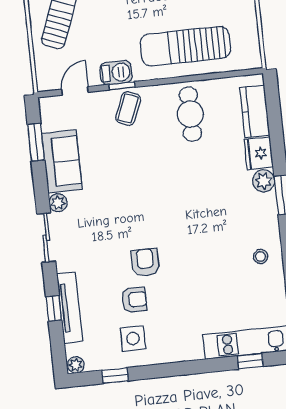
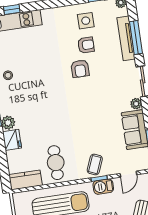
kitchen counter: (255, 111) -> (26, 180), moved, turned -90
armchair: (134, 300) -> (86, 45), turned 180
window: (54, 308) -> (136, 37), width x2.17

